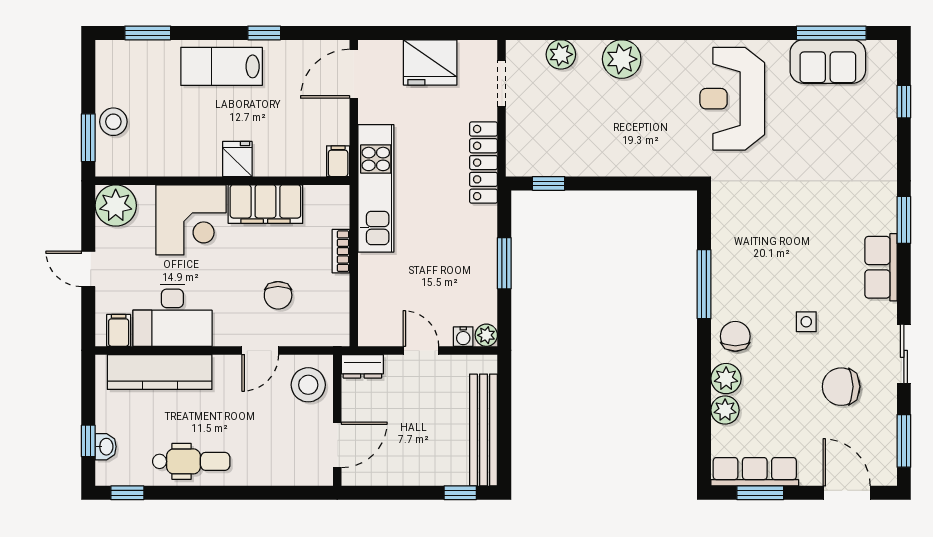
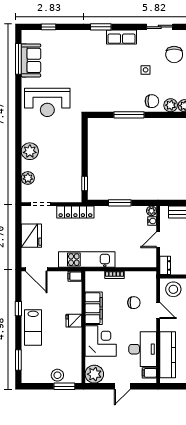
chair: (735, 336) -> (152, 101), turned 180

